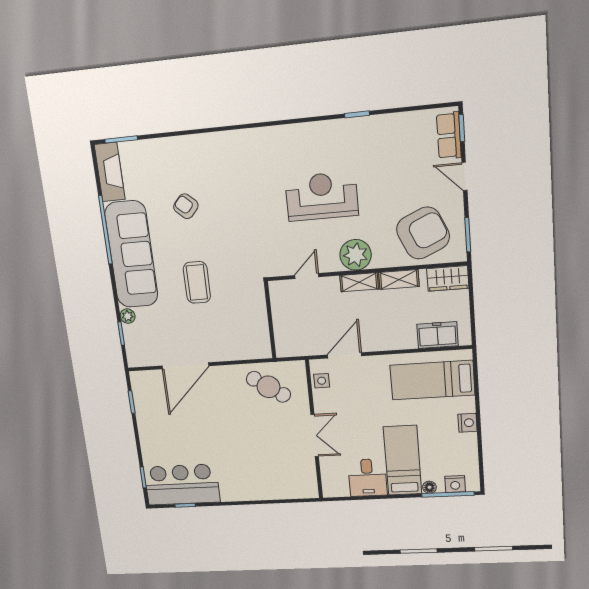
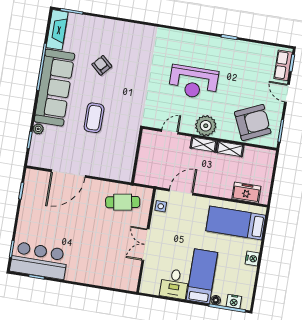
reception desk: (322, 196) -> (193, 82), turned 180
wardrobe: (448, 278) -> (262, 156), removed
cafe table: (268, 387) -> (123, 202), turned -44
double door: (315, 436) -> (145, 245), swing flipped

